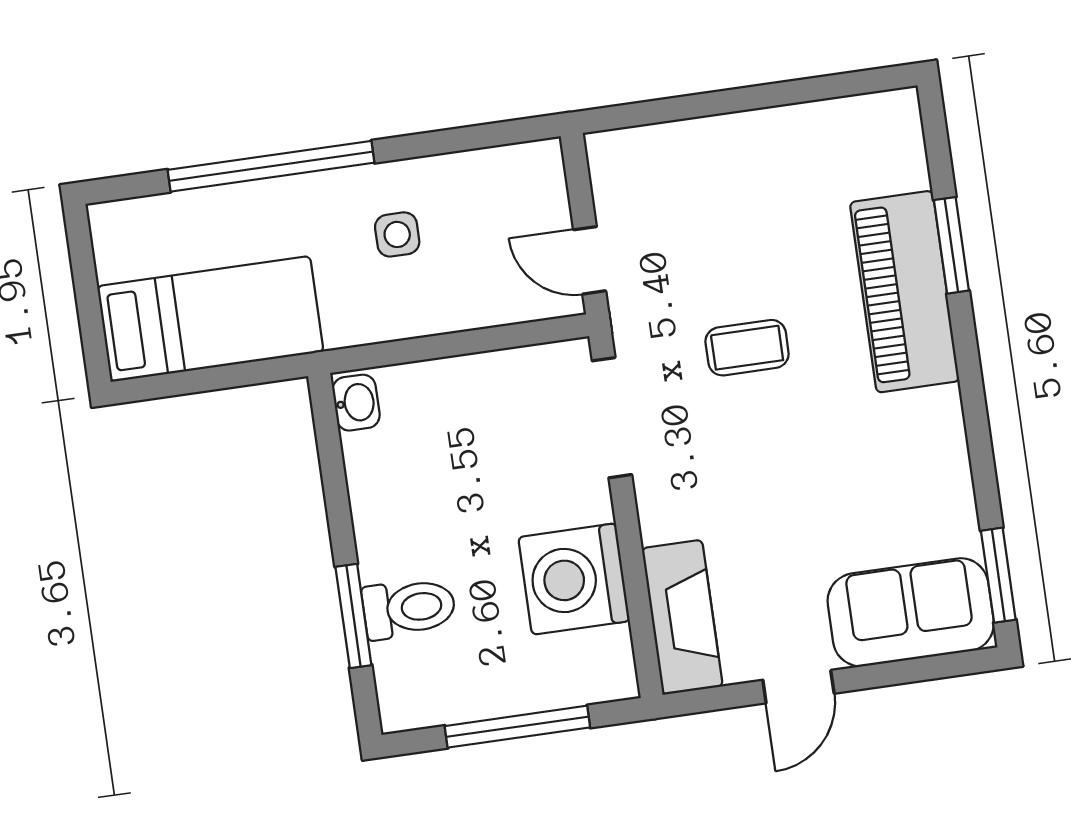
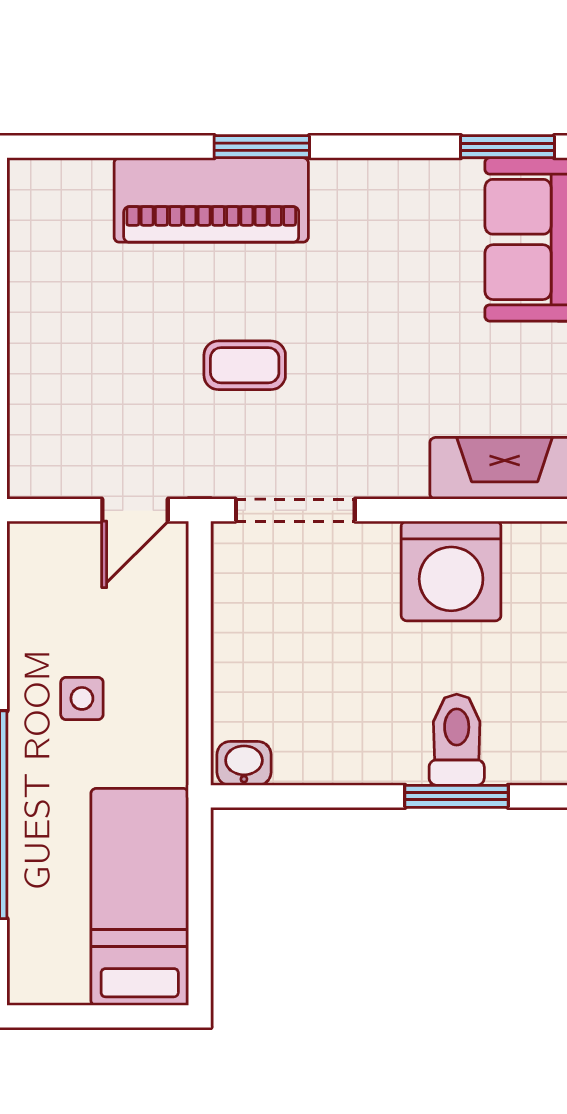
window: (951, 245) -> (262, 147), moved
coffee table: (747, 348) -> (245, 365), turned 90

